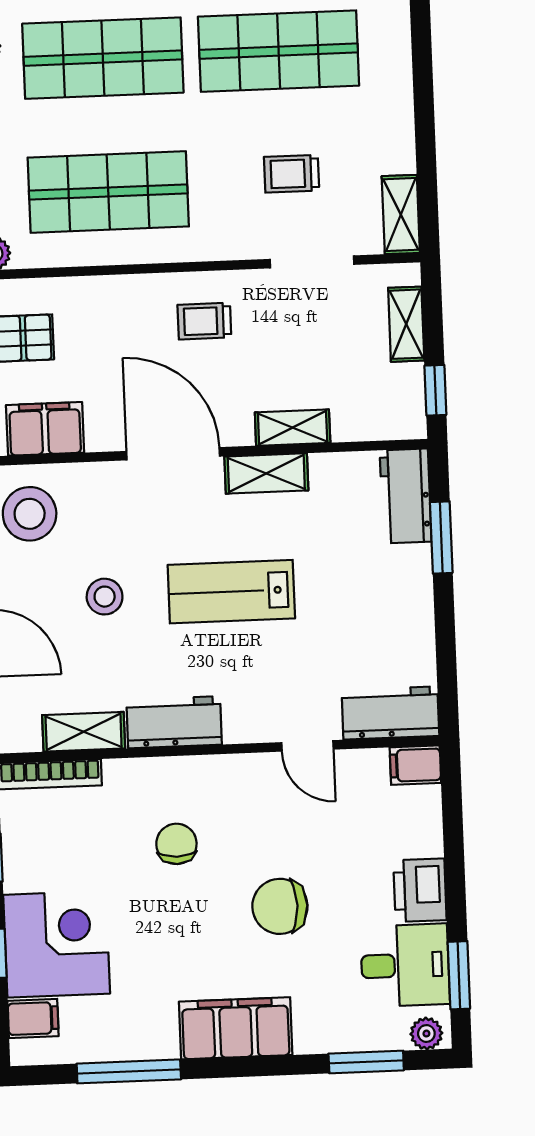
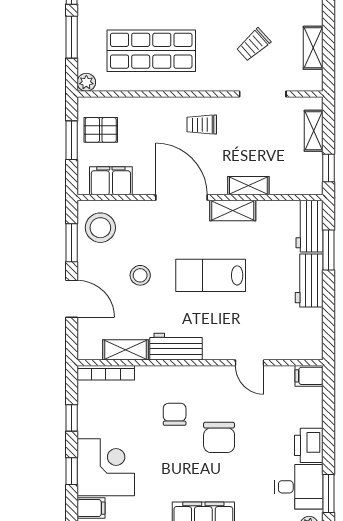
trolley: (292, 174) -> (253, 45), turned -42
shelving: (401, 215) -> (313, 48), moved
workbench: (390, 713) -> (309, 281), moved, turned -90
chair: (280, 906) -> (219, 437), moved, turned -90

